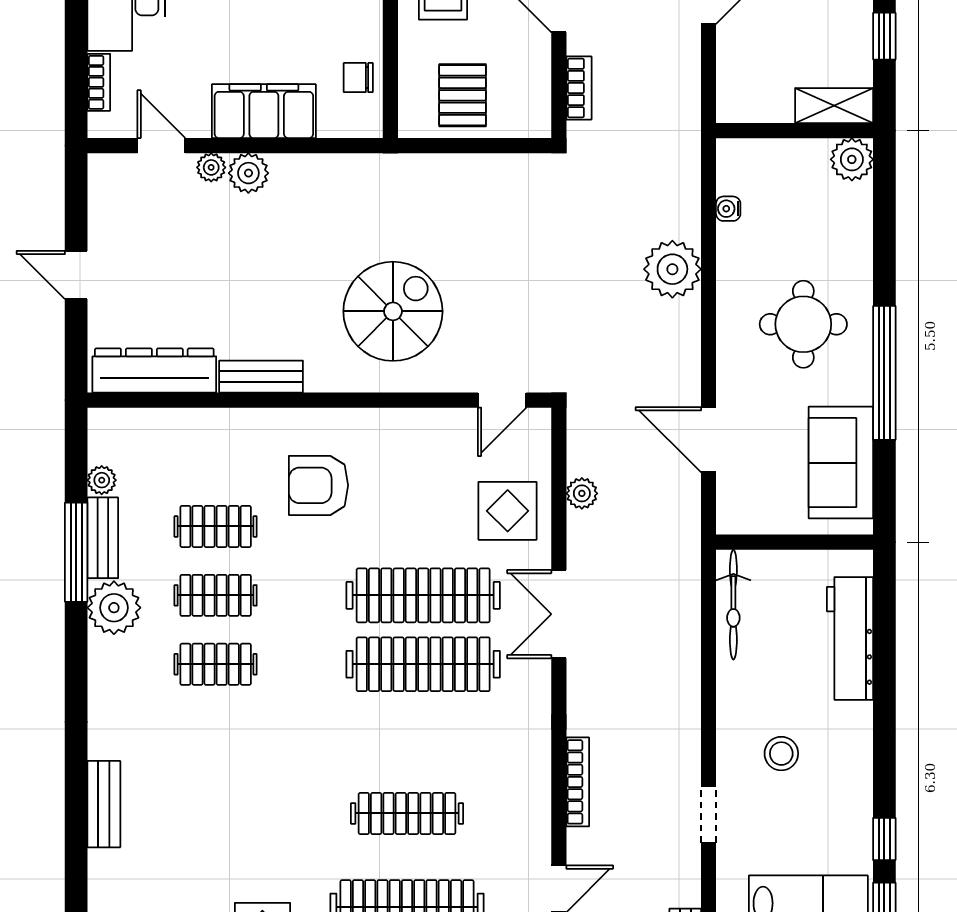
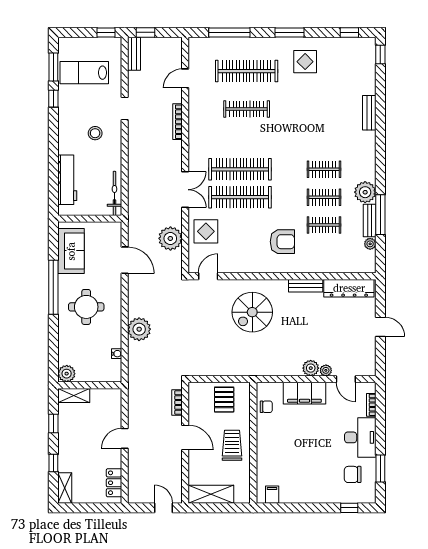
plant: (582, 493) -> (170, 238), width x1.88, depth x1.88

